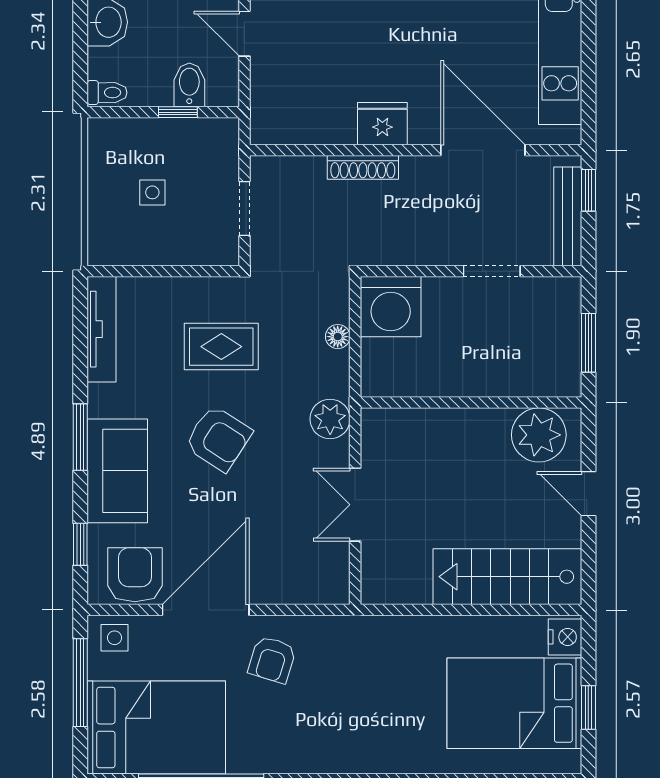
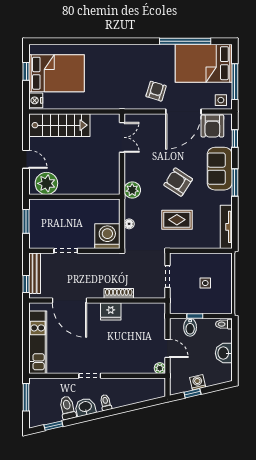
double door: (355, 505) -> (122, 137), moved

